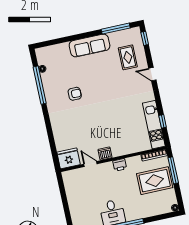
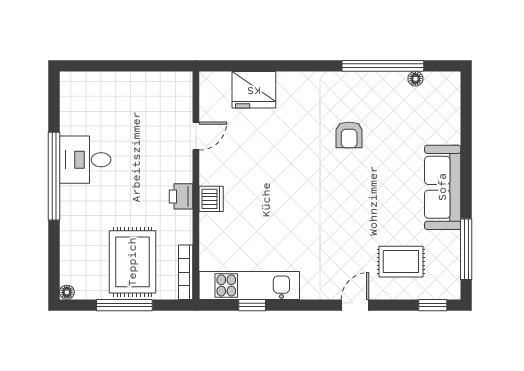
dishwasher: (105, 154) -> (211, 199), moved
fridge: (69, 158) -> (254, 90), moved, turned 90
window: (173, 170) -> (124, 305), moved

